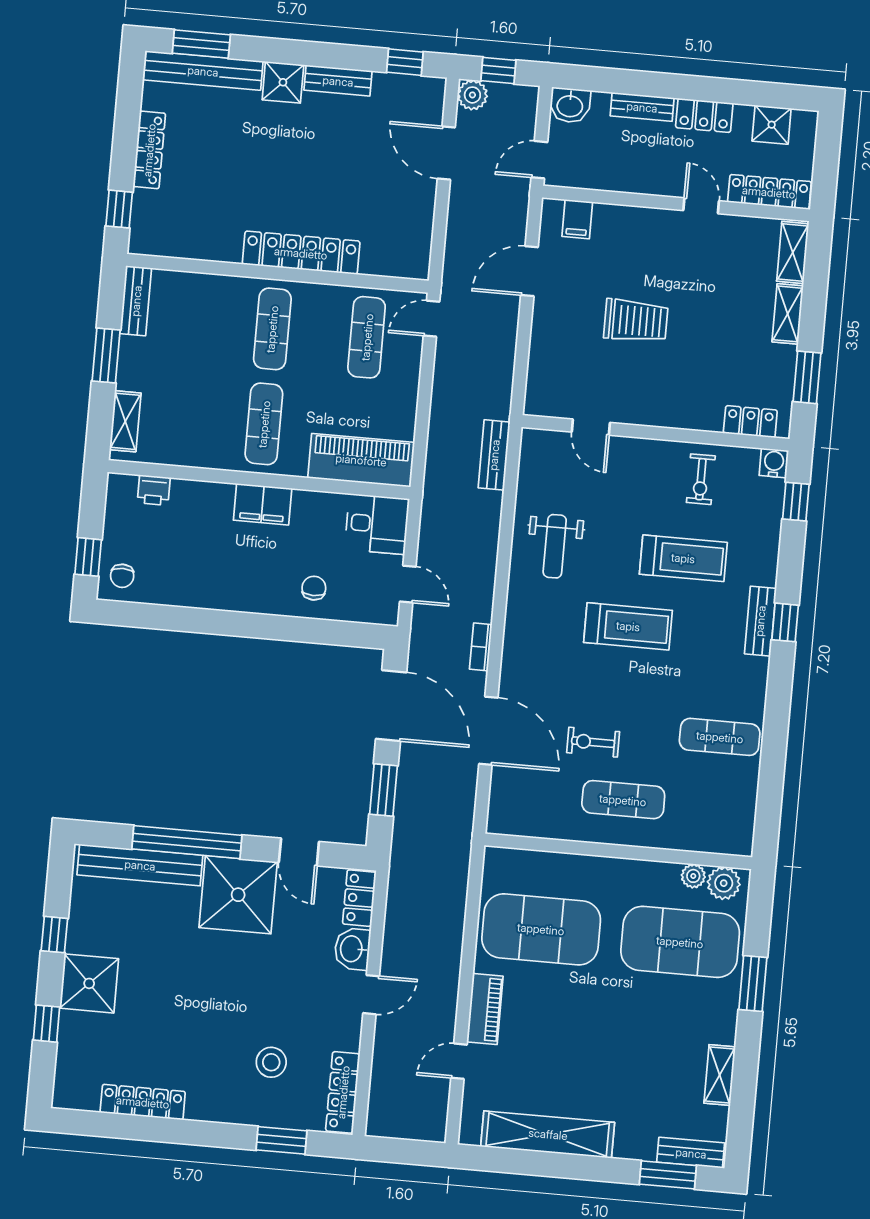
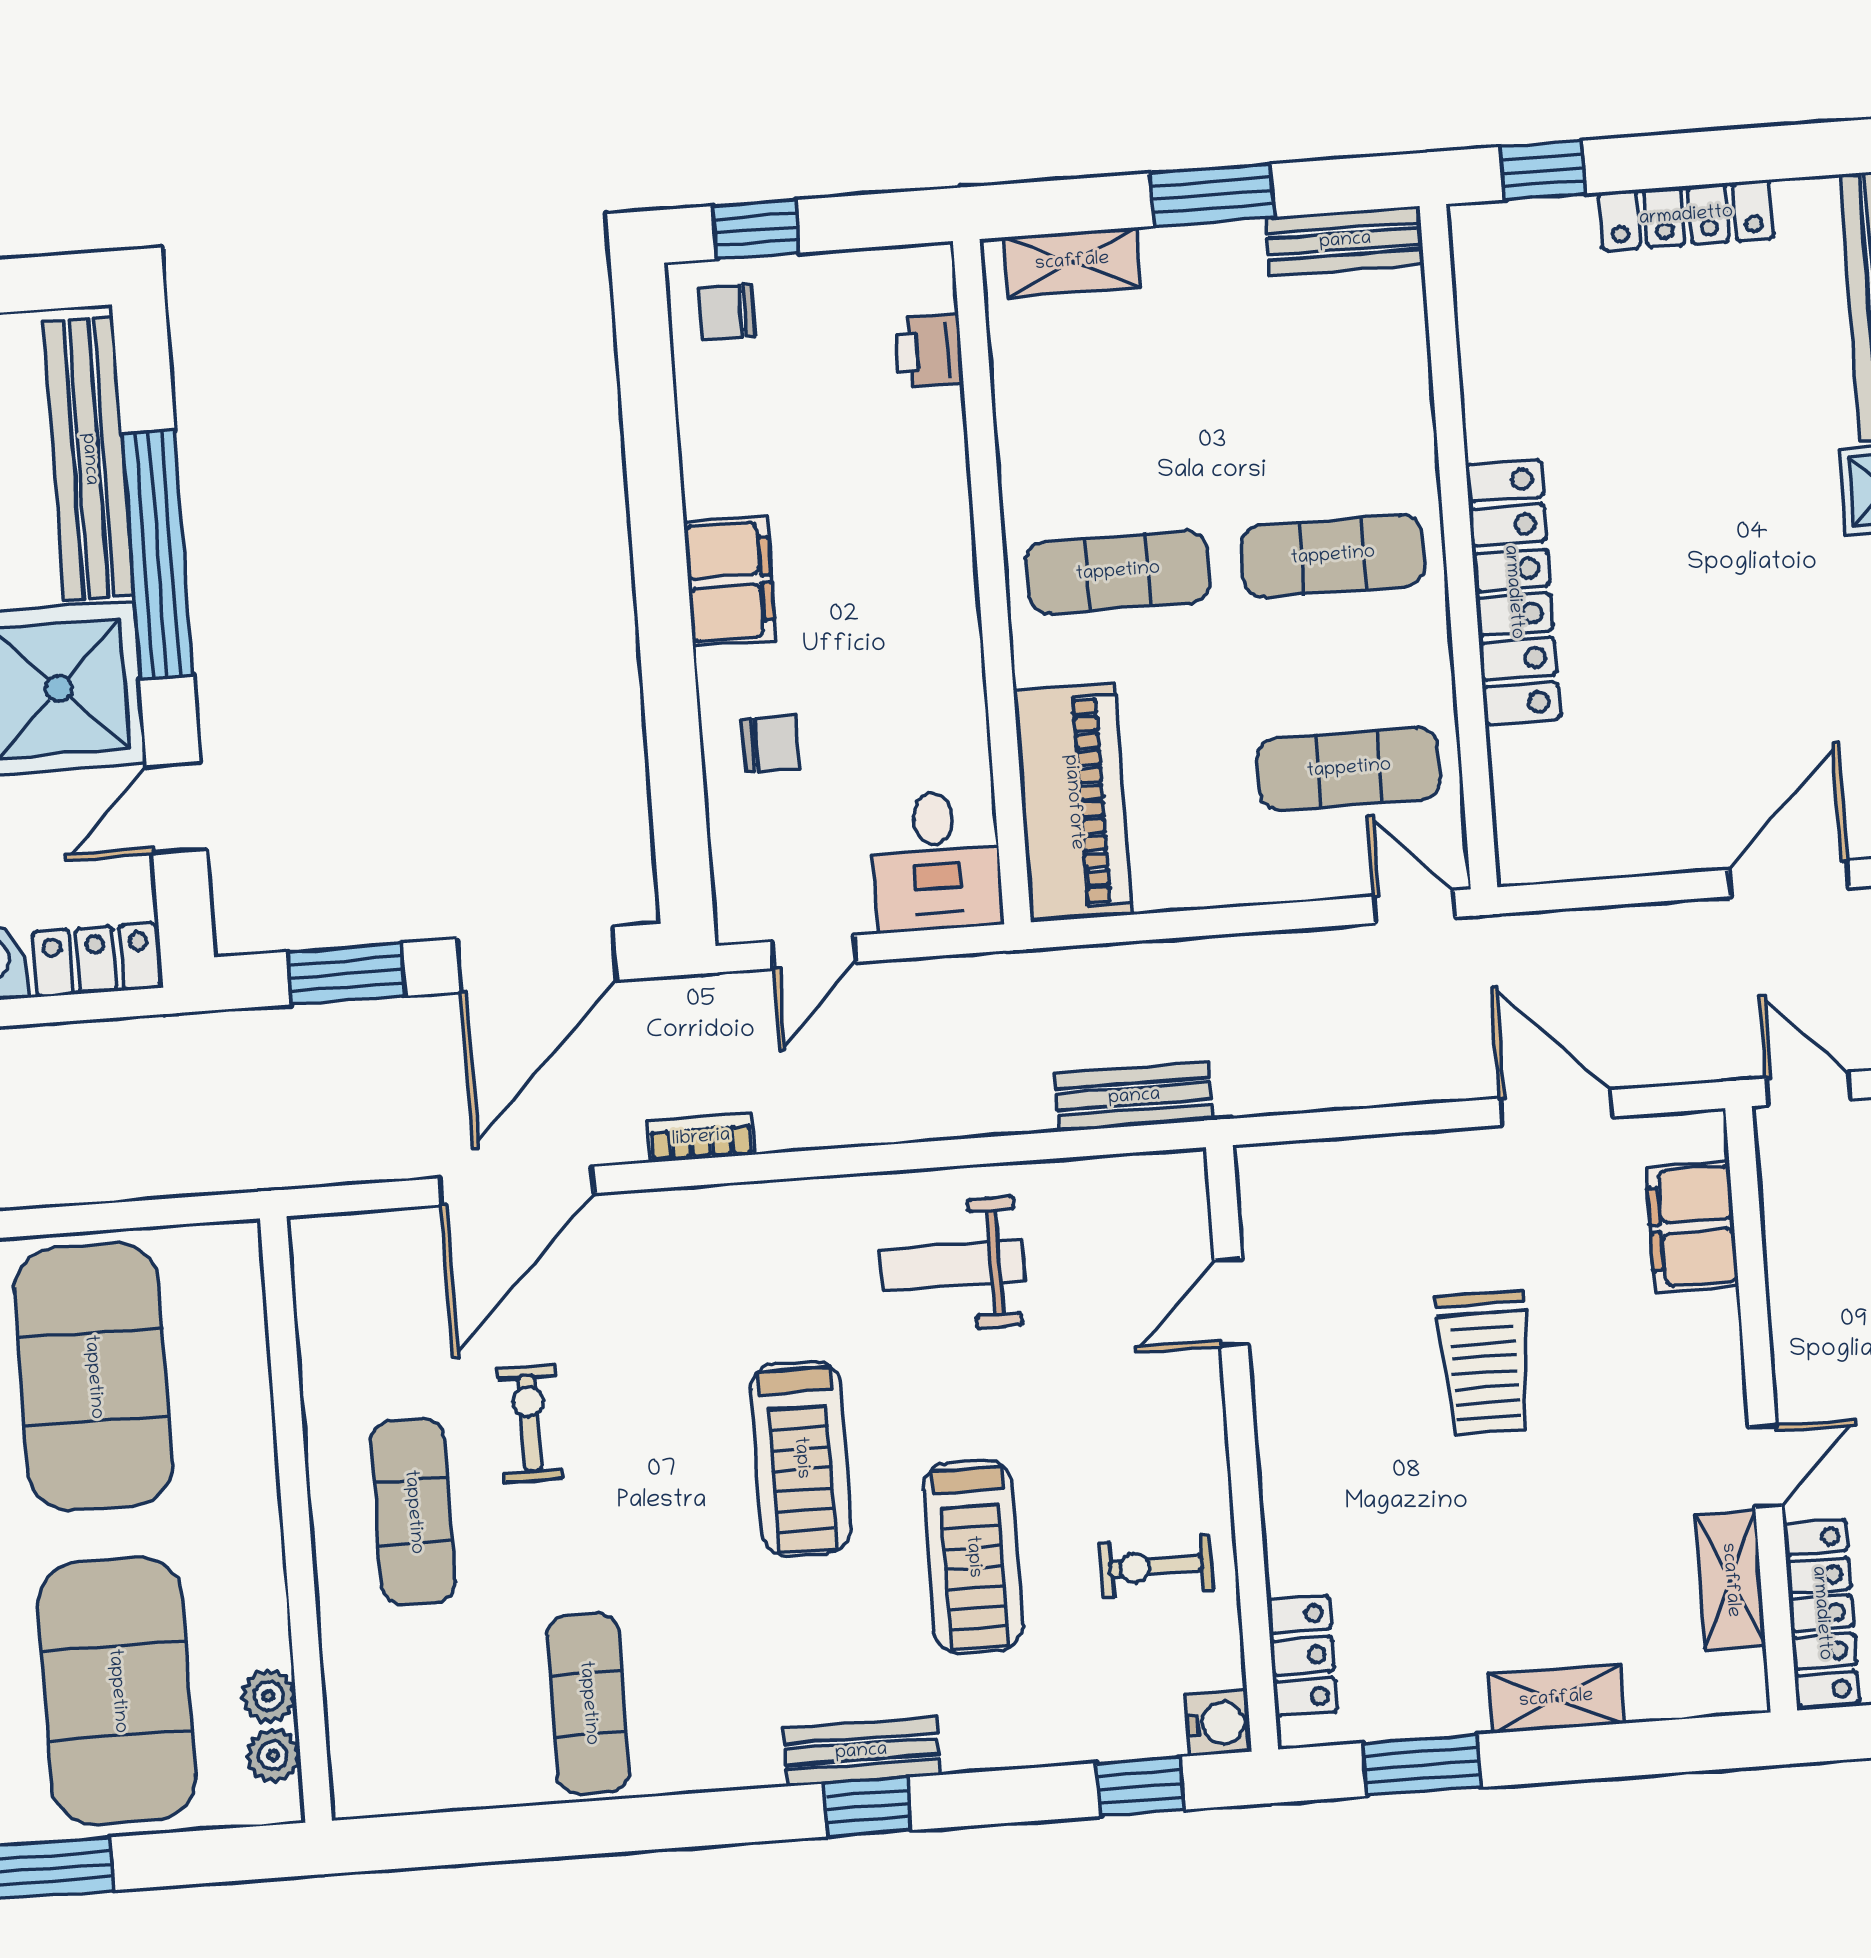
filing cabinet: (577, 219) -> (1692, 1226), width x2.00
shelving: (793, 253) -> (1730, 1580), moved, turned 90
filing cabinet: (263, 504) -> (730, 581), moved, turned 180
plant: (724, 883) -> (273, 1755), width x0.73, depth x0.73

